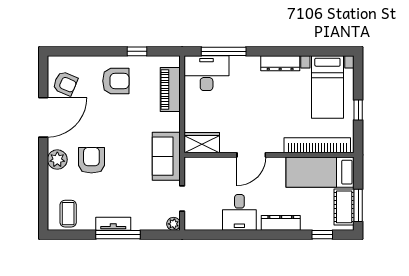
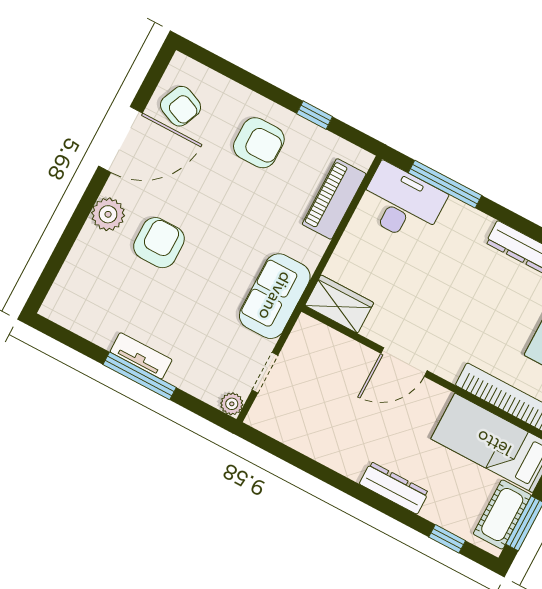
desk: (239, 212) -> (340, 439), removed
coffee table: (68, 214) -> (81, 305), removed

